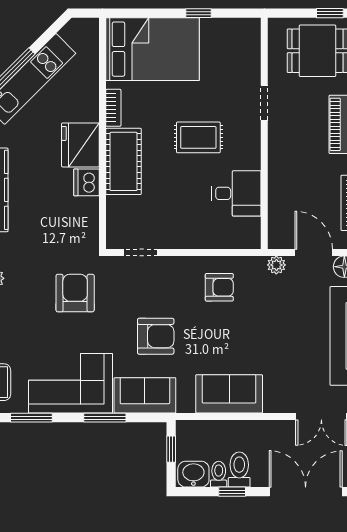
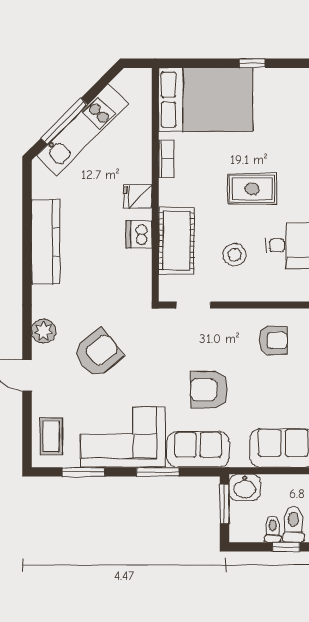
fridge: (80, 145) -> (138, 196), width x0.53, depth x0.75
cot: (124, 161) -> (176, 241), moved
stool: (181, 203) -> (234, 255), added
armchair: (75, 293) -> (98, 353), moved, turned 51
armchair: (156, 336) -> (209, 390), turned 180
window: (171, 449) -> (224, 504), width x1.50
washbasin: (193, 474) -> (245, 487), moved, turned 180

